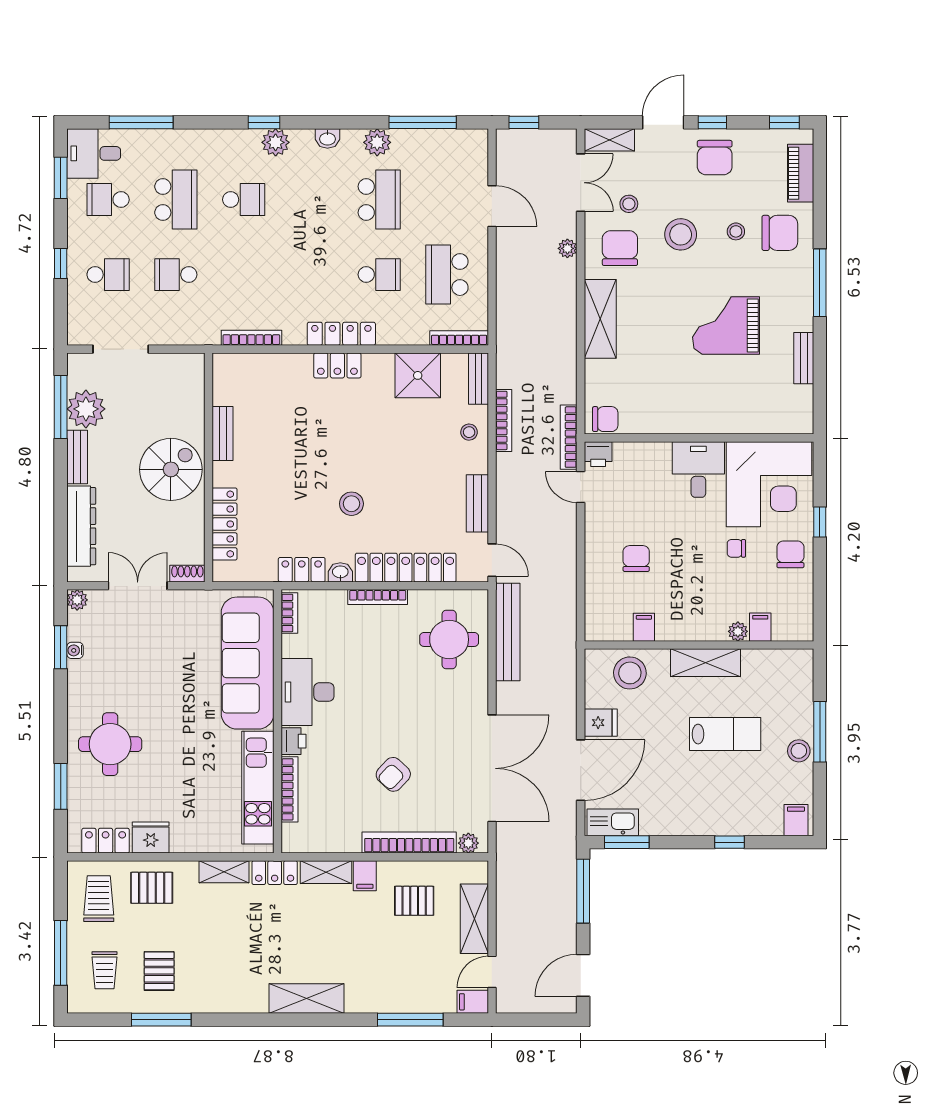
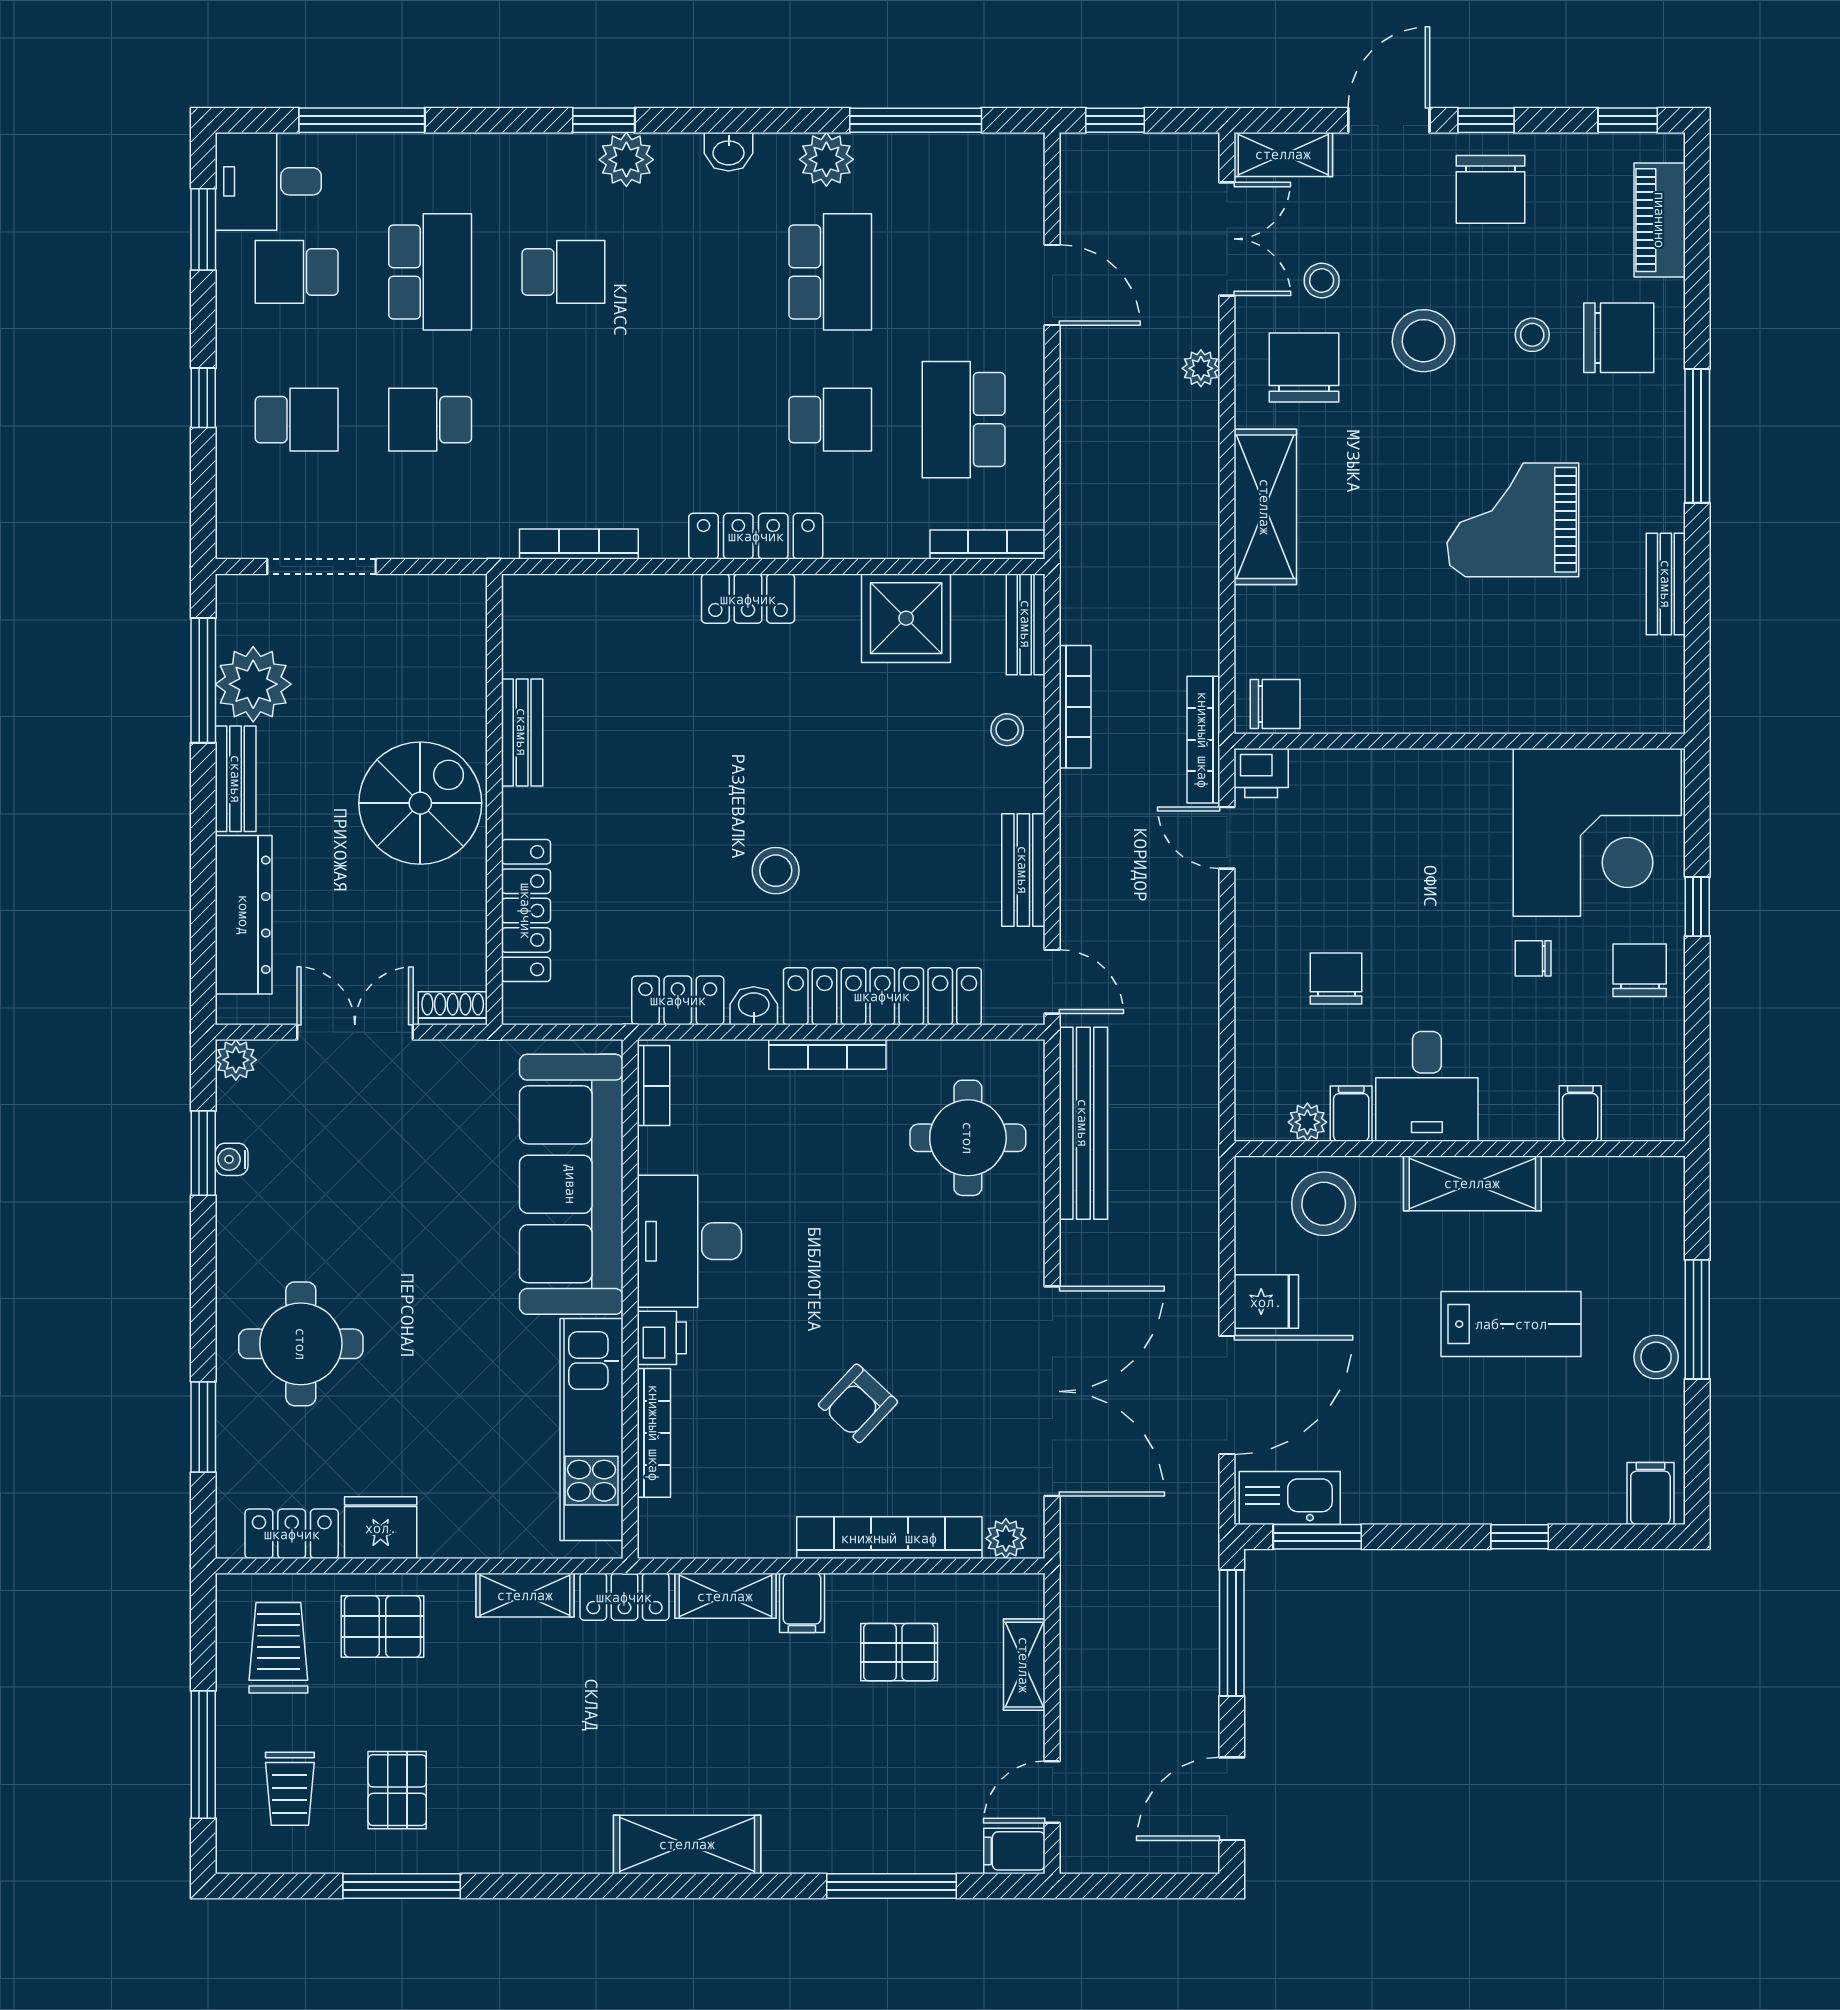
desk: (698, 470) -> (1427, 1086), moved, turned 180
plant: (738, 631) -> (1307, 1122), moved
shelving: (474, 919) -> (1024, 1665), width x0.67, depth x0.75

